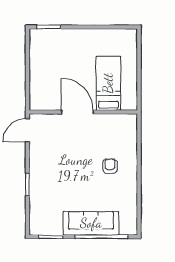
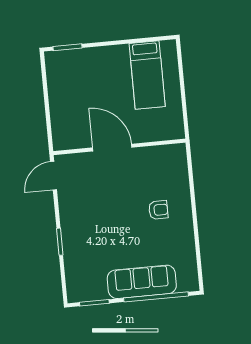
bed: (108, 83) -> (147, 75), moved, turned 180
armchair: (110, 166) -> (158, 210), turned 90

